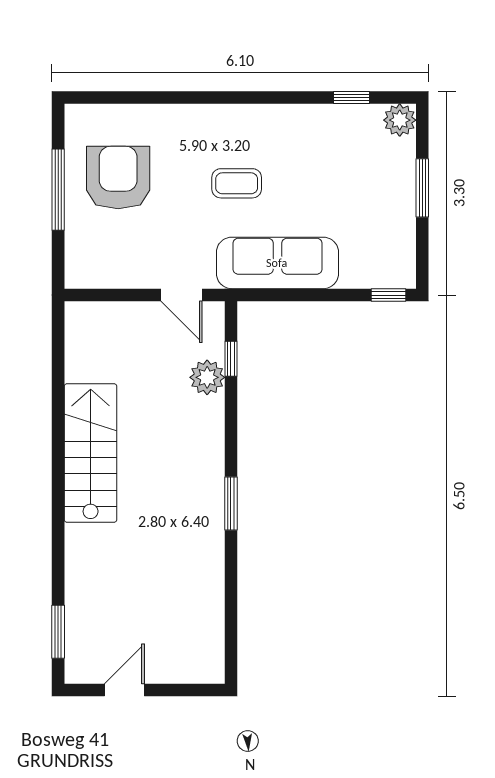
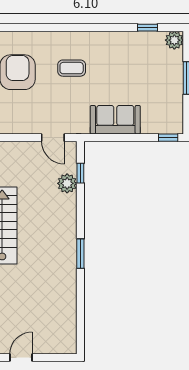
coffee table: (237, 183) -> (72, 68), moved
sofa: (277, 263) -> (115, 120), width x0.73

